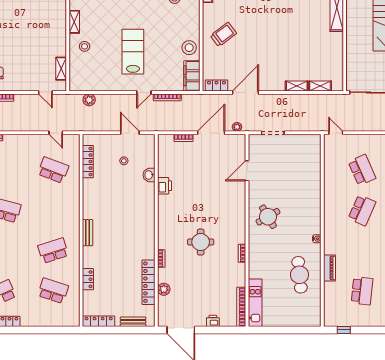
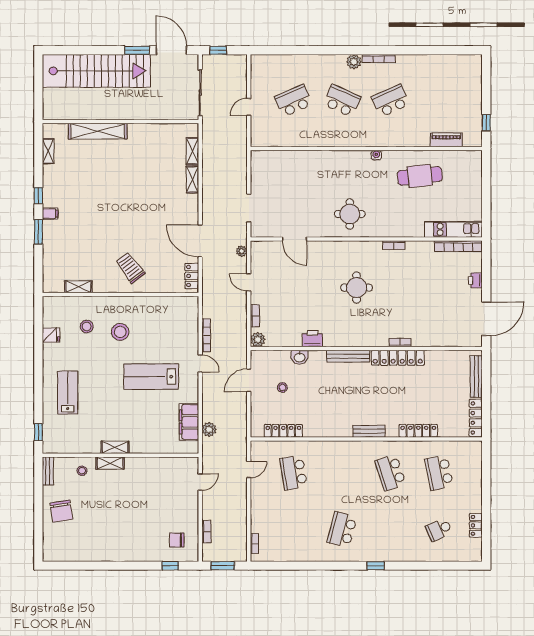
stool: (85, 46) -> (145, 435), removed
stool: (189, 48) -> (120, 332), moved
shelving: (61, 69) -> (110, 463), moved
filing cabinet: (192, 76) -> (189, 422), moved, turned 90
door: (211, 133) -> (249, 282), width x0.53
door: (336, 133) -> (249, 107), moved
school desk: (53, 170) -> (294, 473), turned -30
bench: (150, 215) -> (348, 356), added
round table: (268, 217) -> (350, 214), turned 30
round table: (201, 242) -> (357, 288), moved
piano: (329, 268) -> (446, 140), moved
locker: (88, 279) -> (418, 431), width x1.53
locker: (149, 282) -> (398, 358), moved
plant: (164, 289) -> (258, 339), moved
school desk: (53, 291) -> (439, 473), turned -30
school desk: (362, 291) -> (391, 101), moved, turned -30
bench: (133, 322) -> (476, 377), width x1.36

